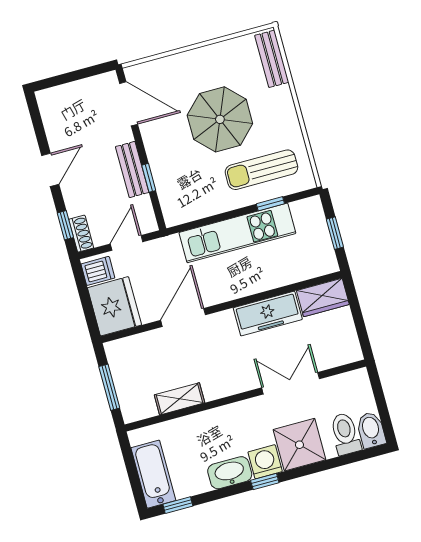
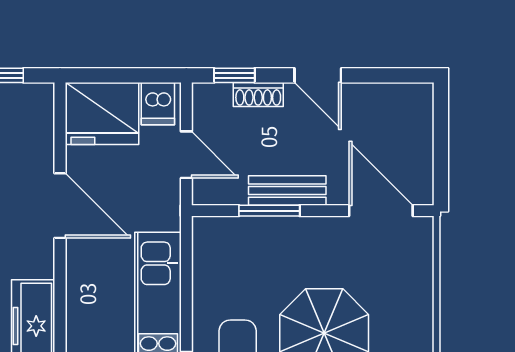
door: (129, 104) -> (381, 211), swing flipped
window: (149, 178) -> (269, 211), width x1.50
shoe rack: (81, 234) -> (258, 95), moved

